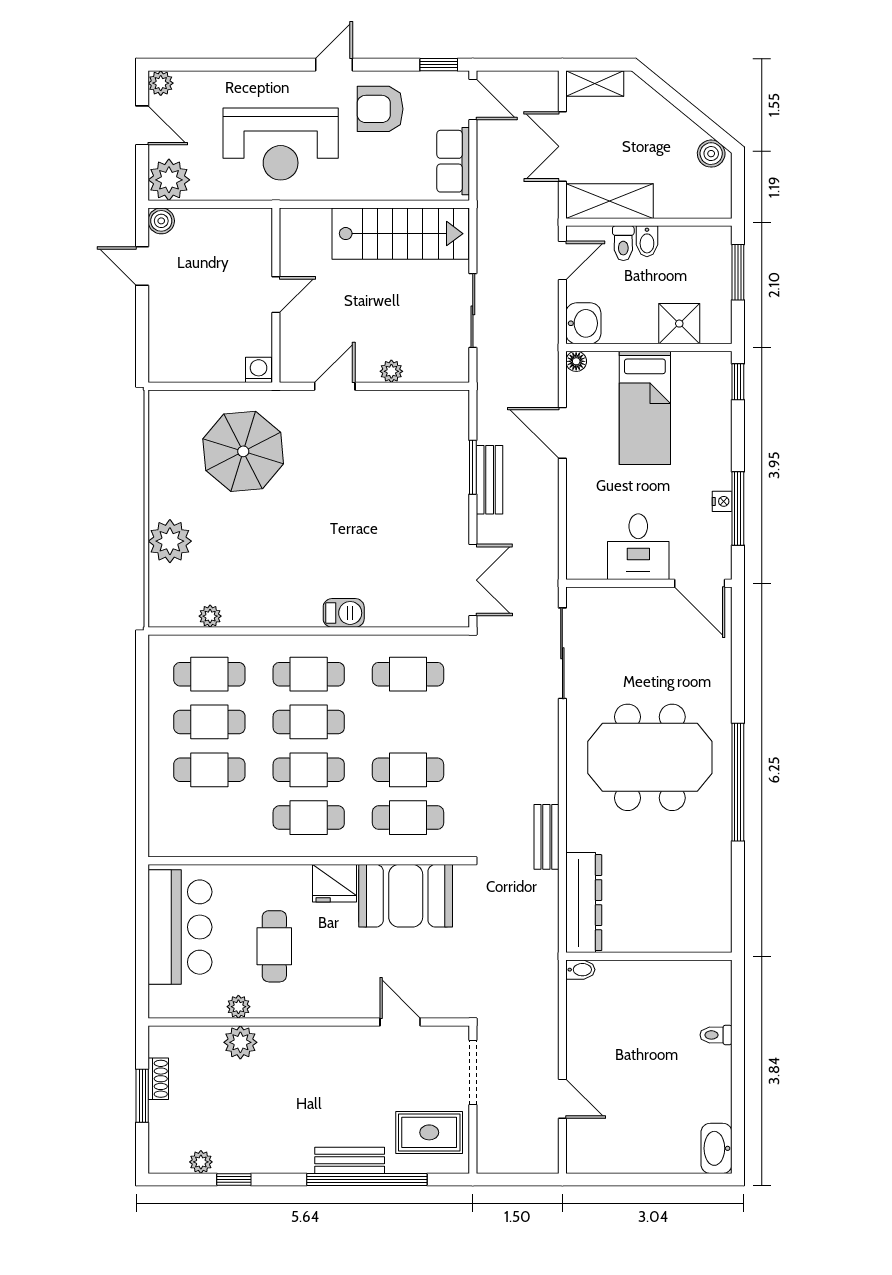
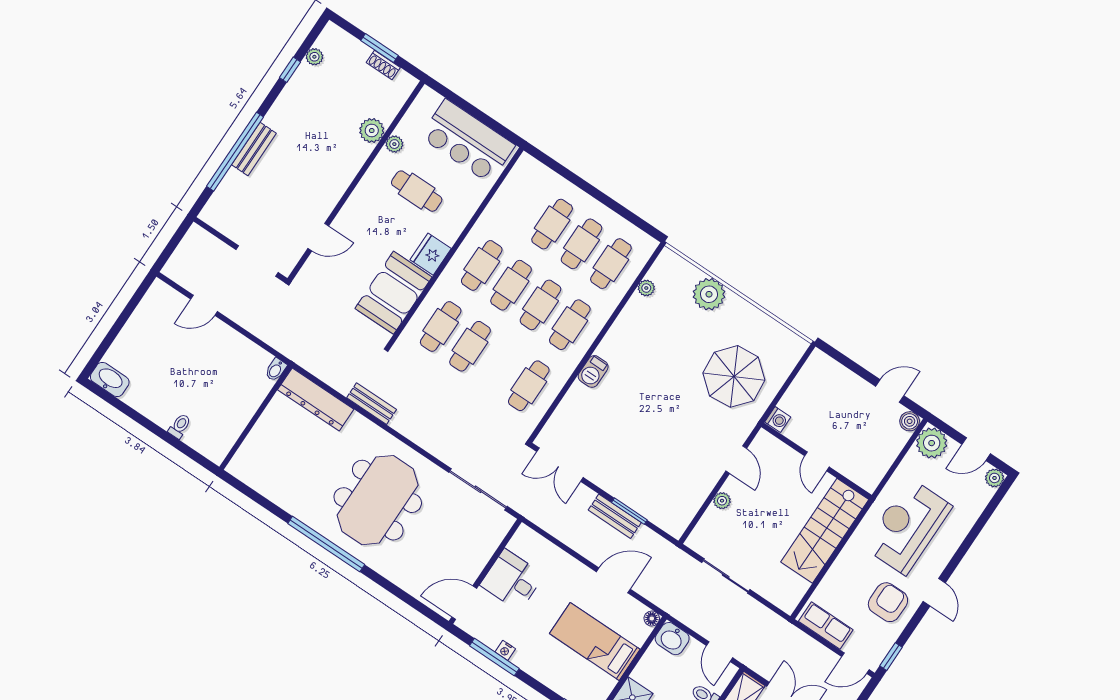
stairs: (400, 234) -> (825, 531), moved
rug: (429, 1132) -> (238, 209), removed

